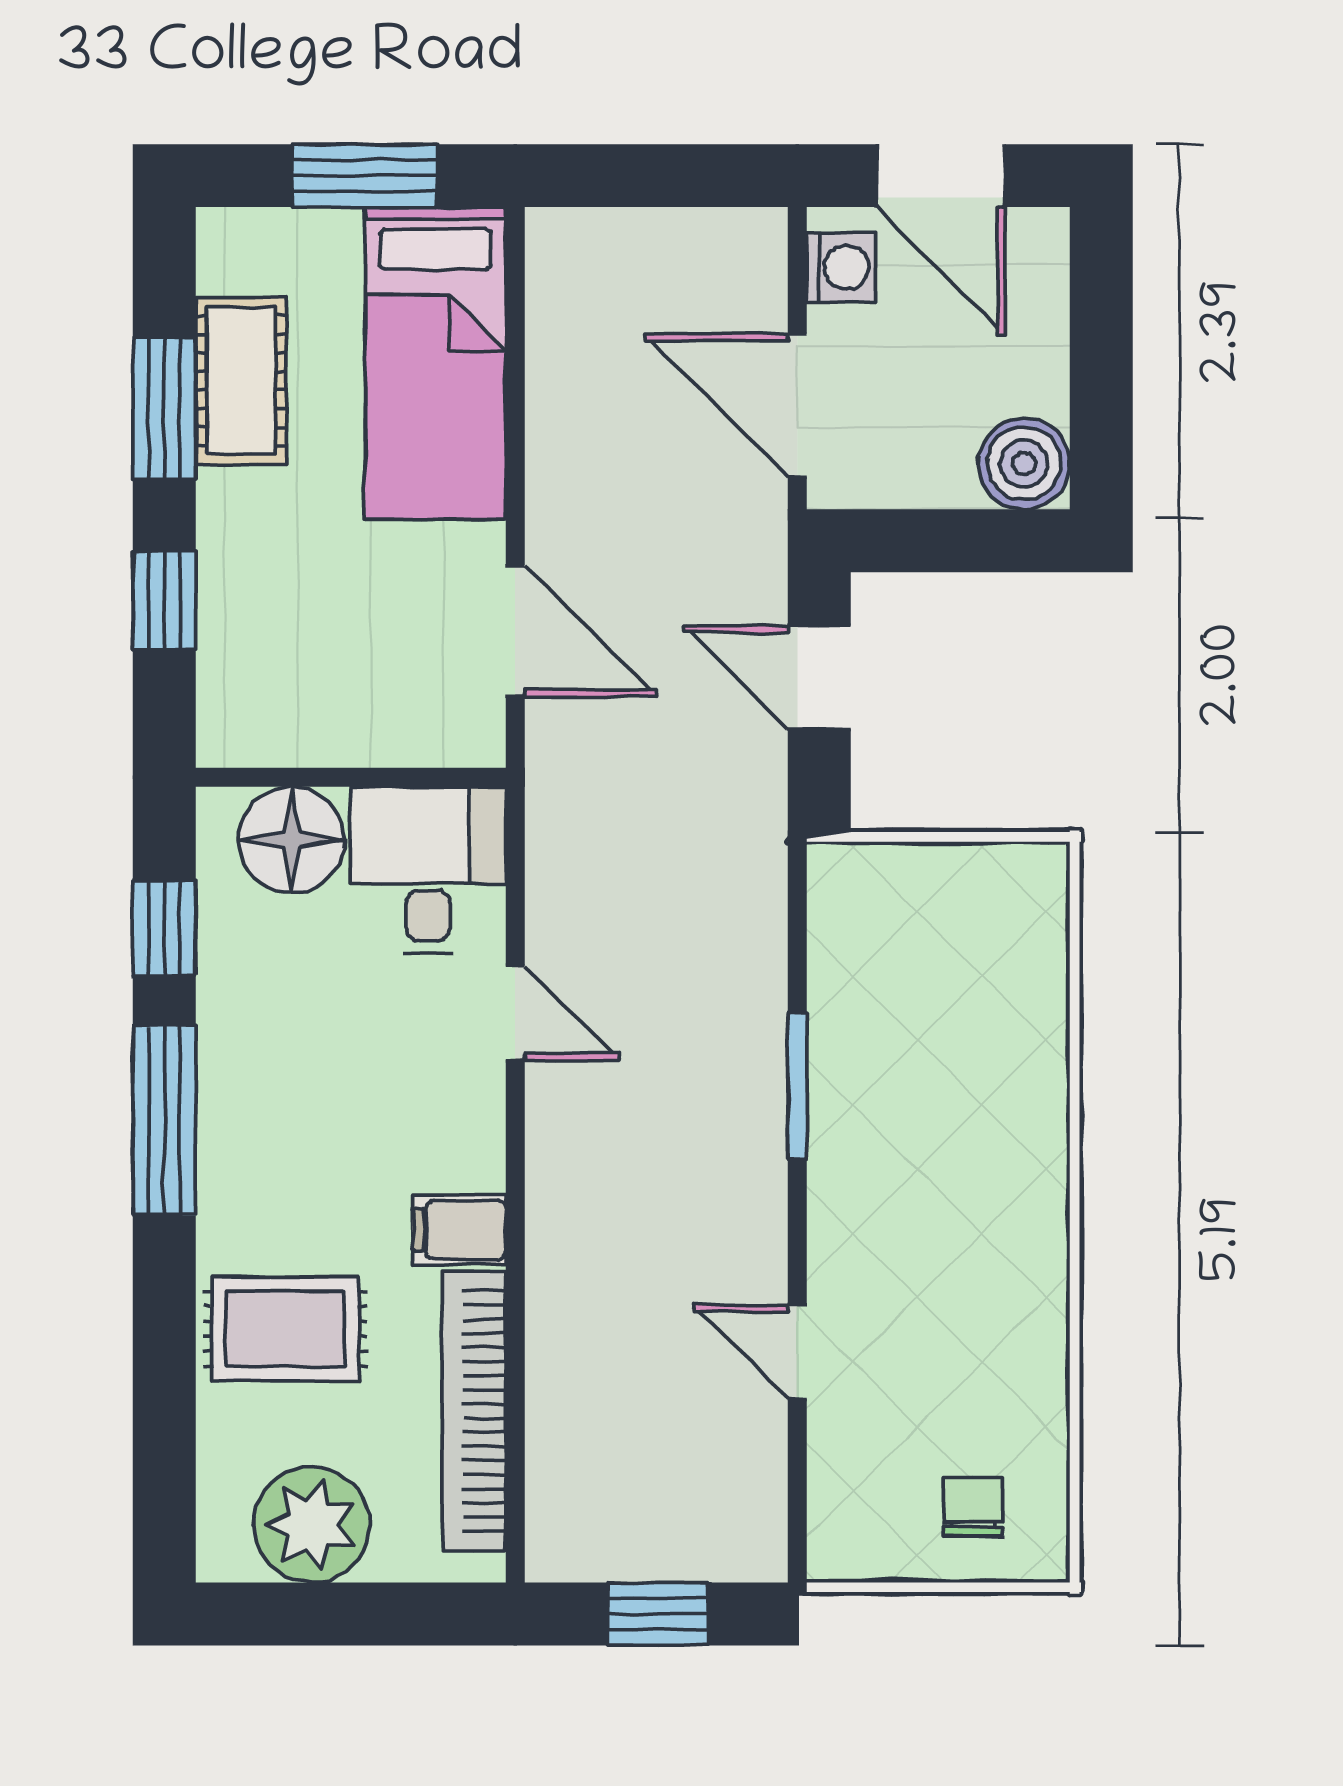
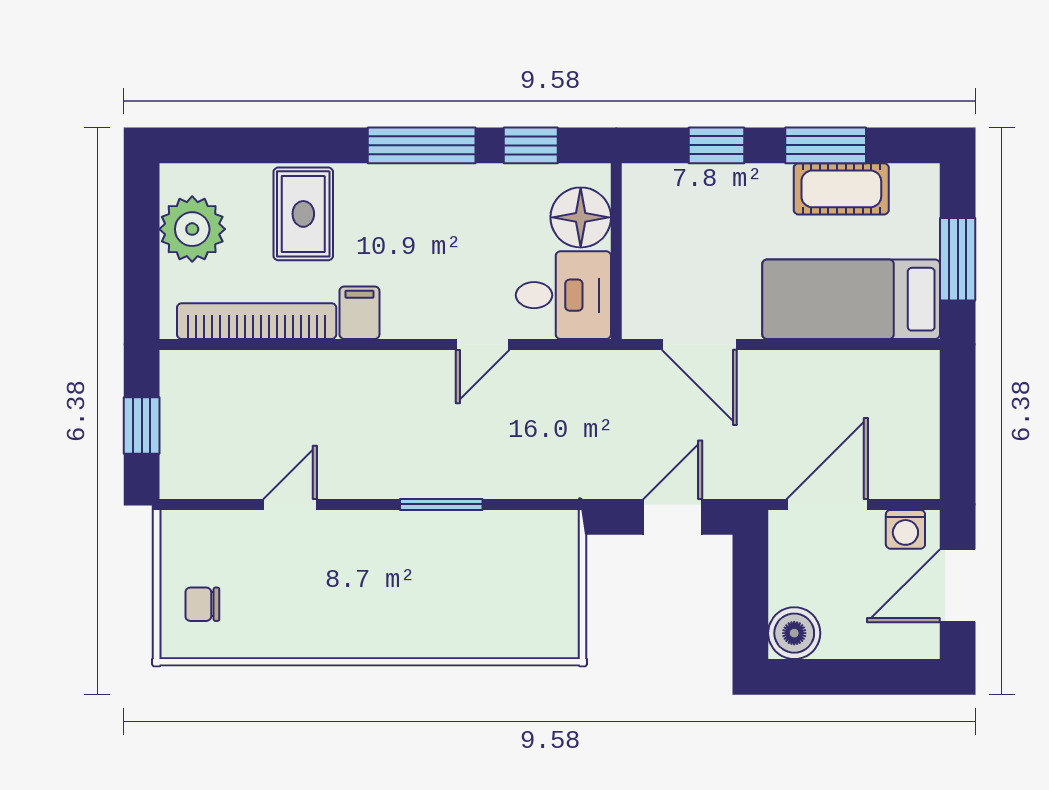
door: (515, 631) -> (699, 344), hinge flipped
chair: (973, 1507) -> (202, 604), turned 180

